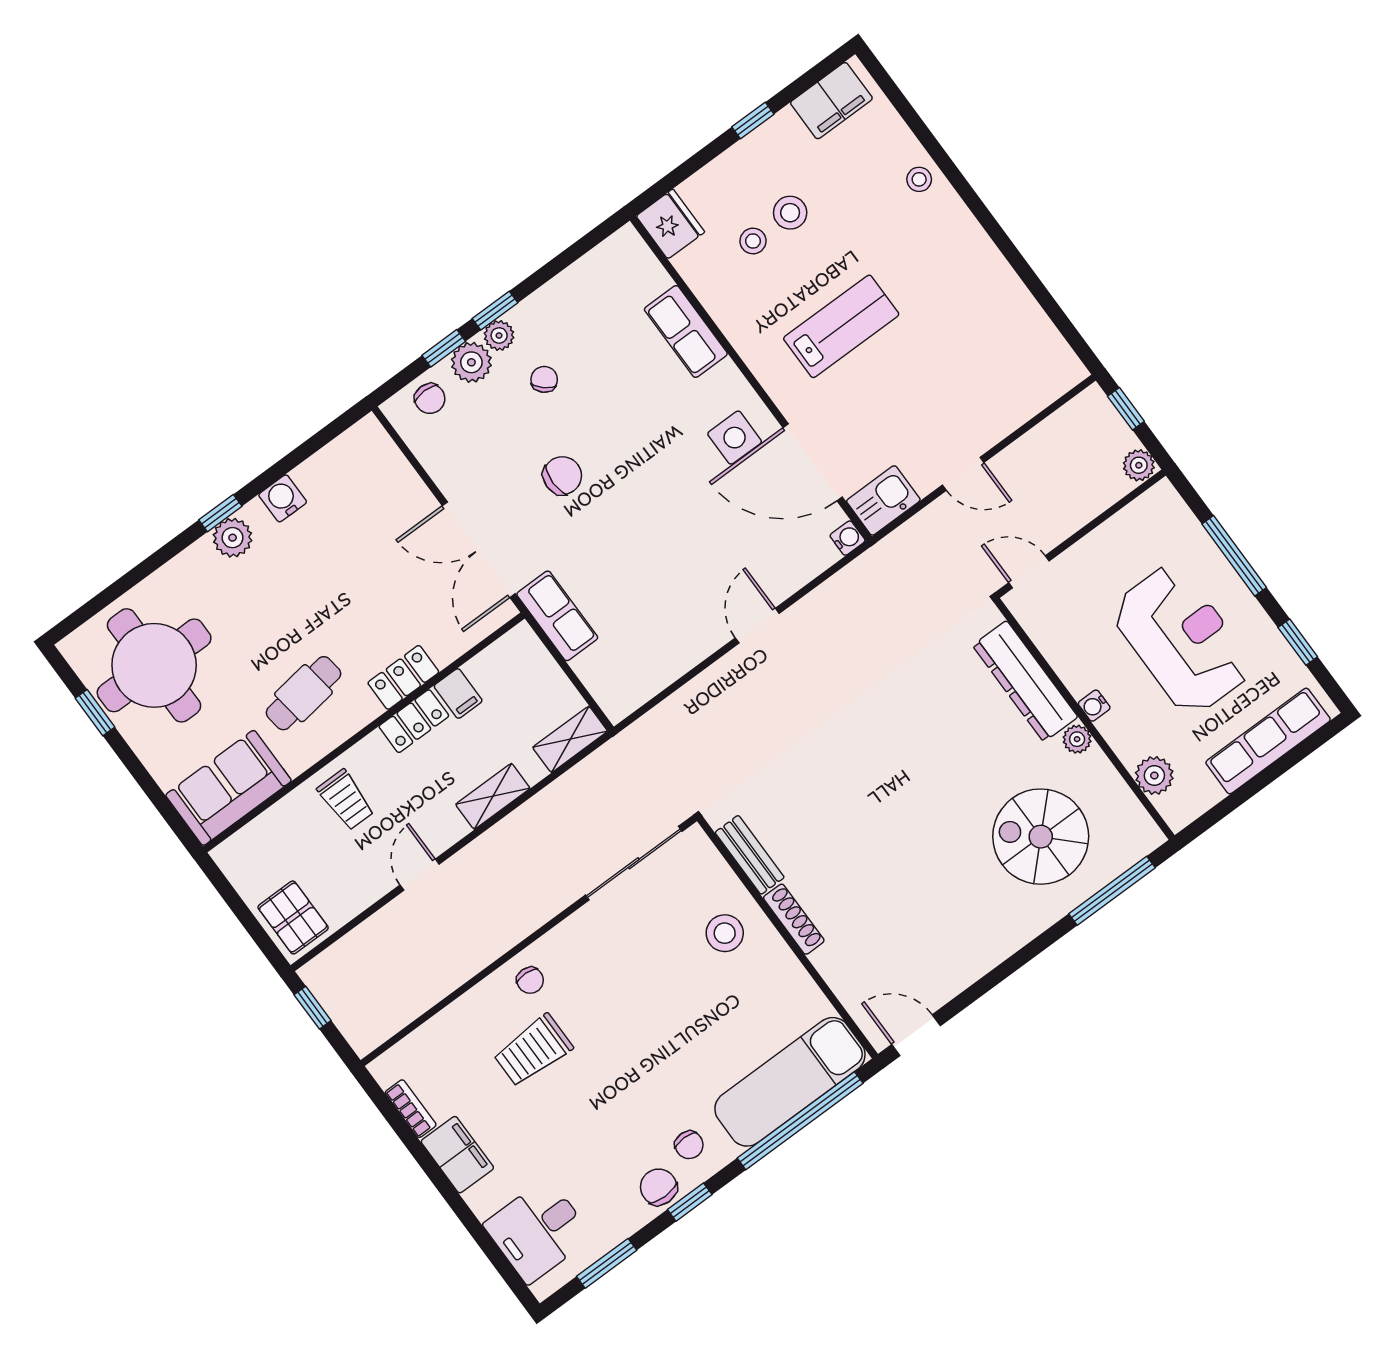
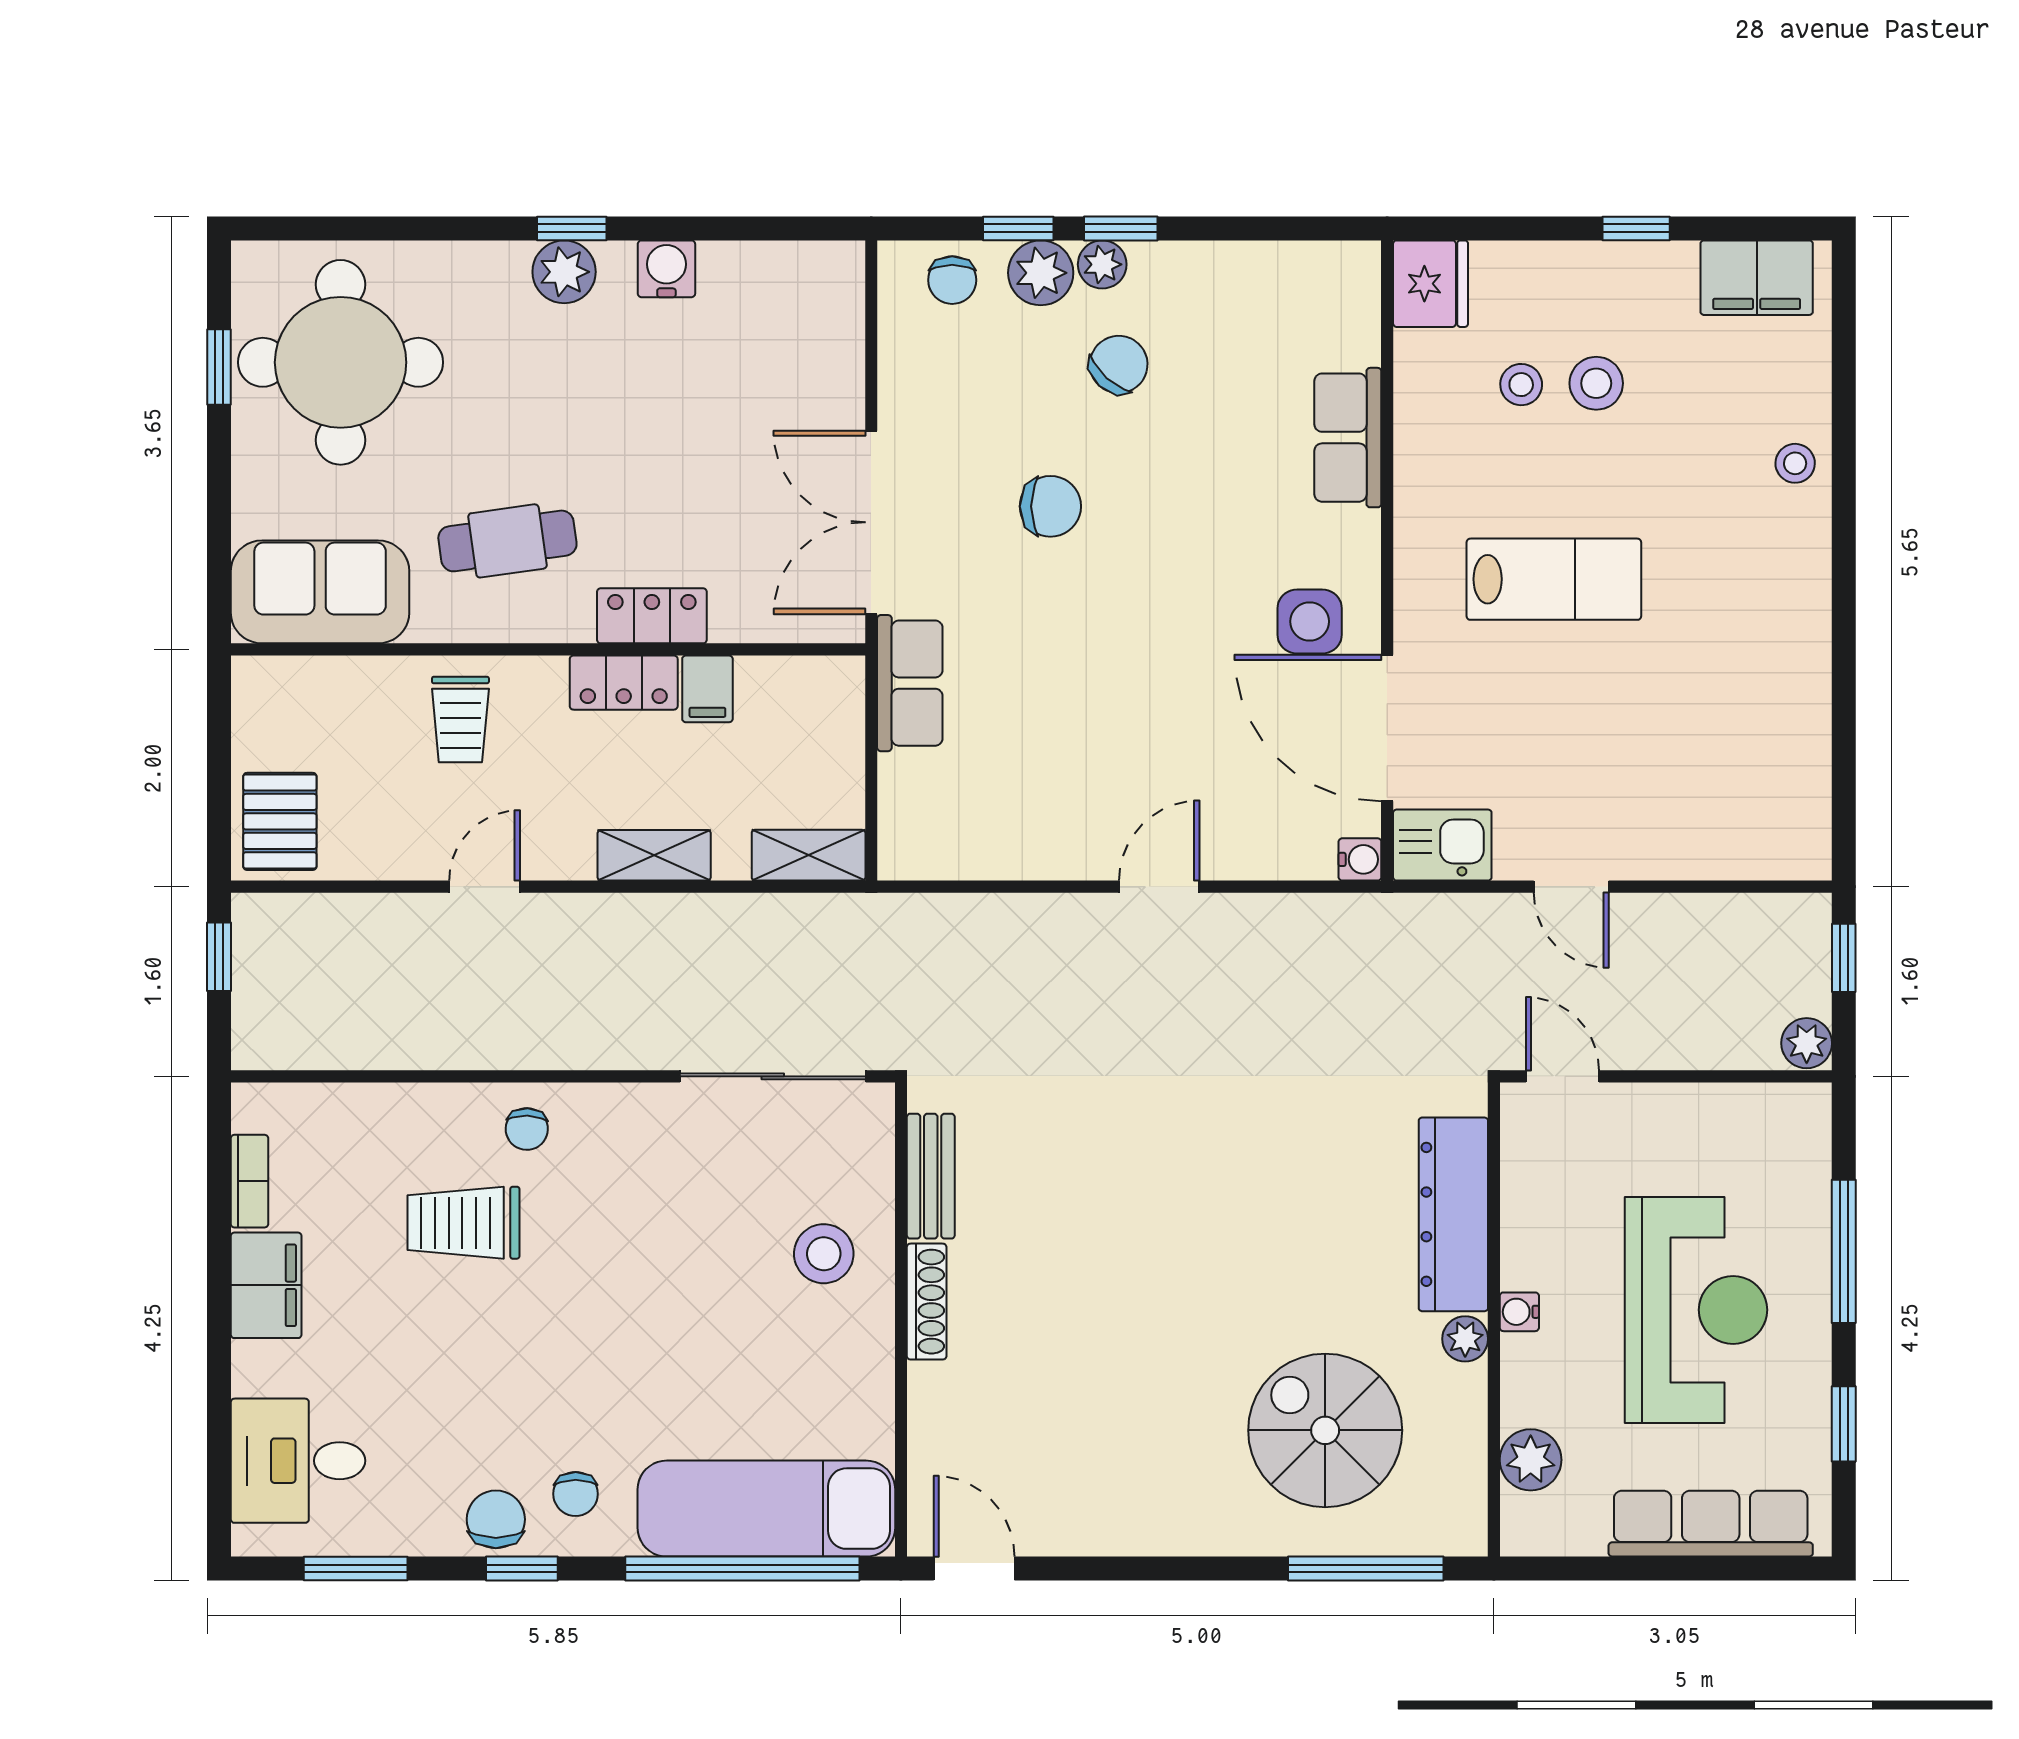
chair: (544, 379) -> (1119, 364), width x1.37, depth x1.37

